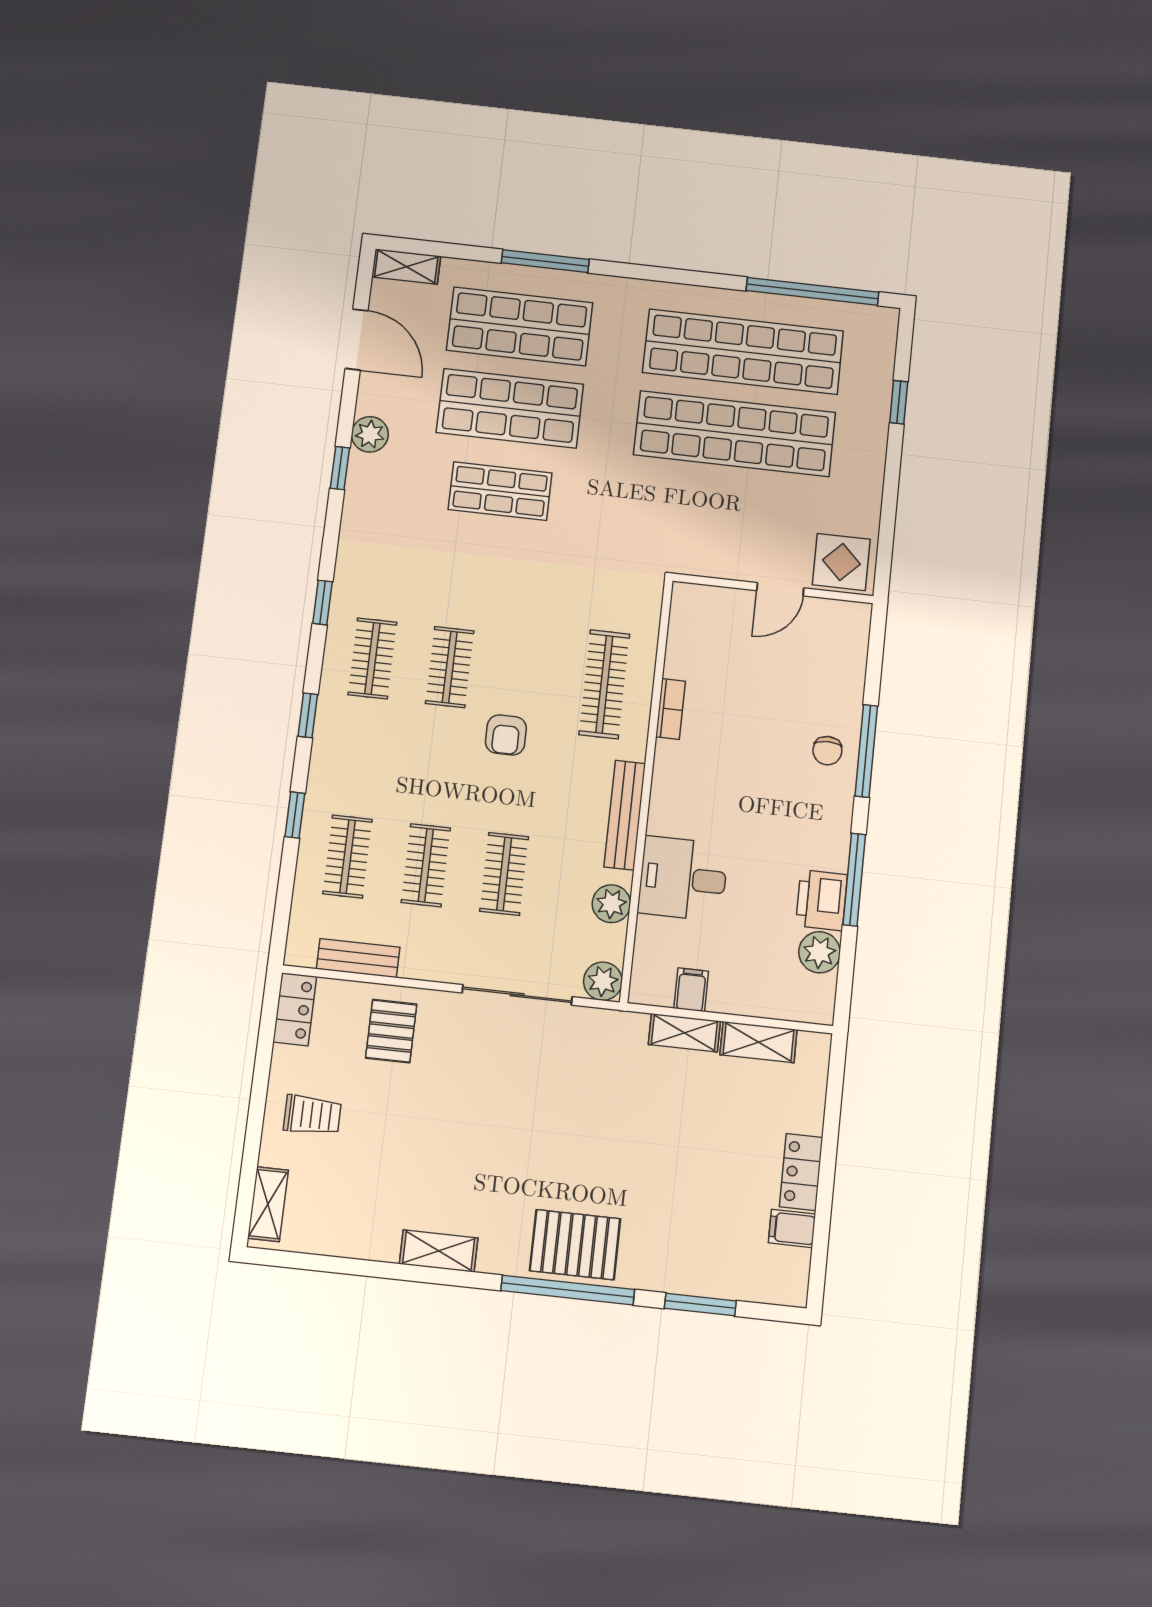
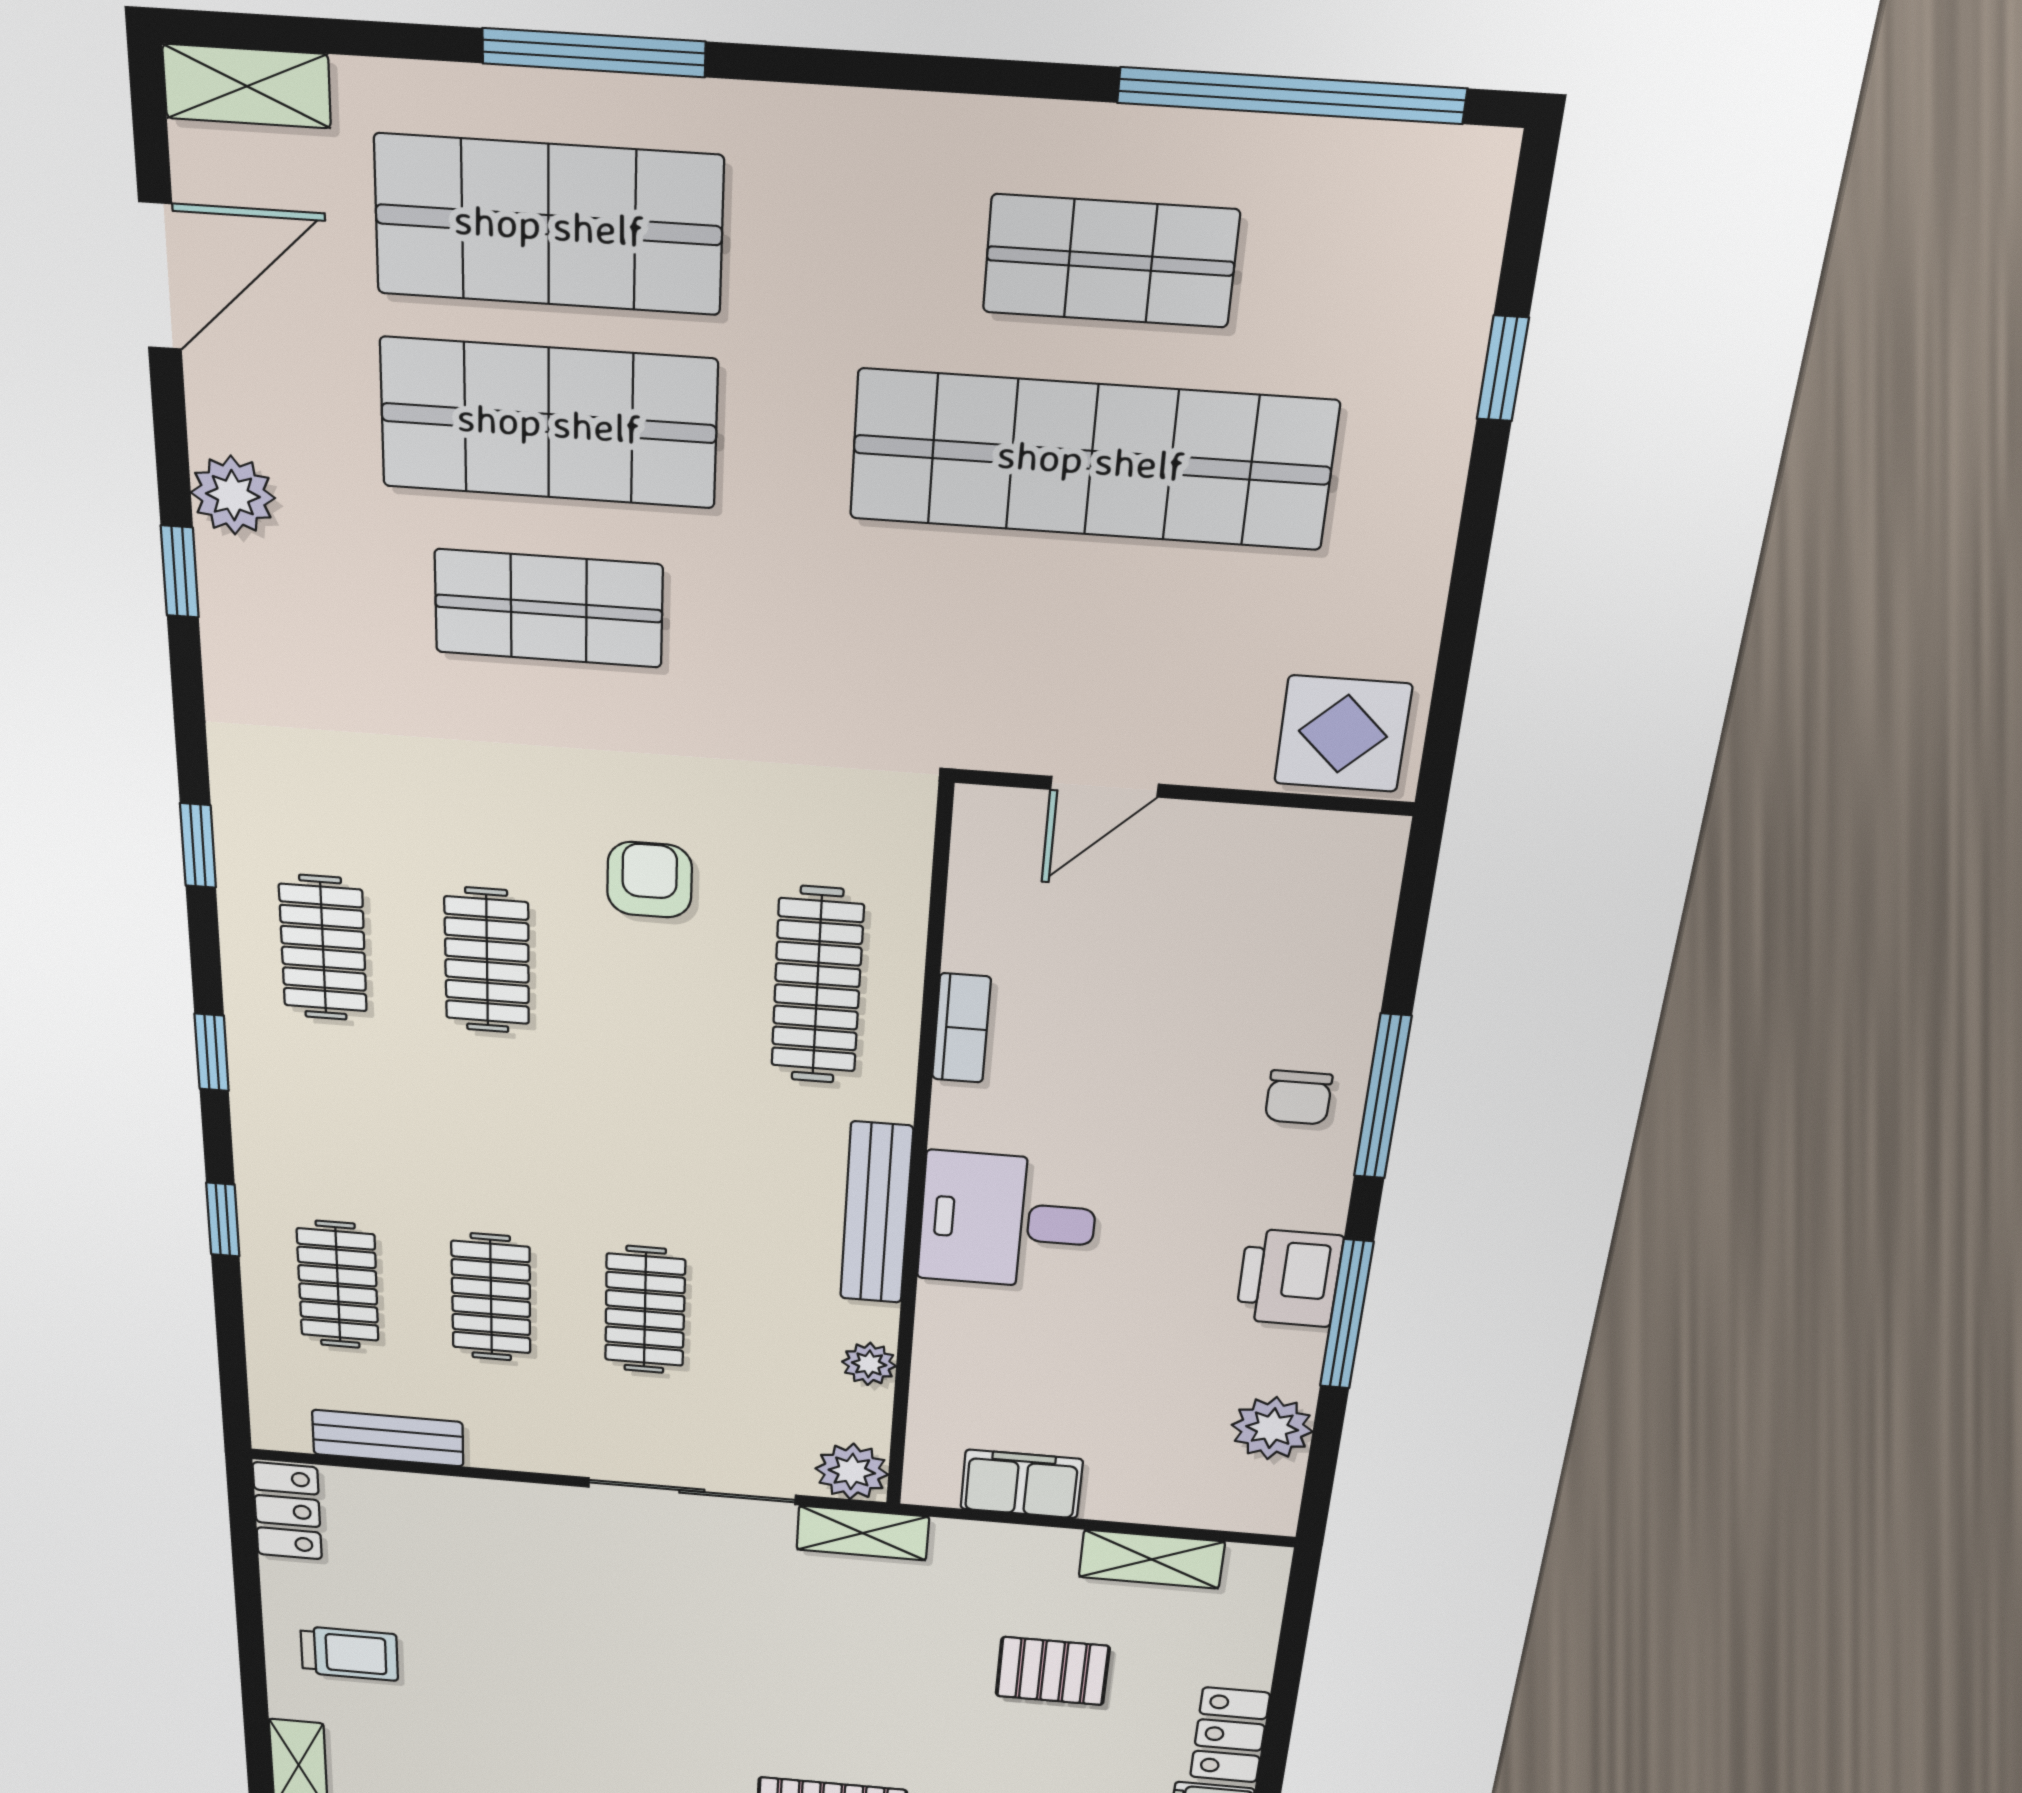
door: (357, 340) -> (160, 276), hinge flipped
shop shelf: (743, 352) -> (1110, 261), width x0.50, depth x0.74
door: (780, 589) -> (1104, 787), moved
armchair: (506, 735) -> (650, 880), moved, turned 180
desk: (683, 879) -> (1008, 1221), moved
printer: (822, 900) -> (1289, 1278), moved
plant: (611, 904) -> (869, 1364), width x0.73, depth x0.73
filing cabinet: (691, 990) -> (1021, 1484), width x2.00
pallet: (391, 1031) -> (1053, 1671), moved, turned 90
shelving: (684, 1033) -> (863, 1533), moved

